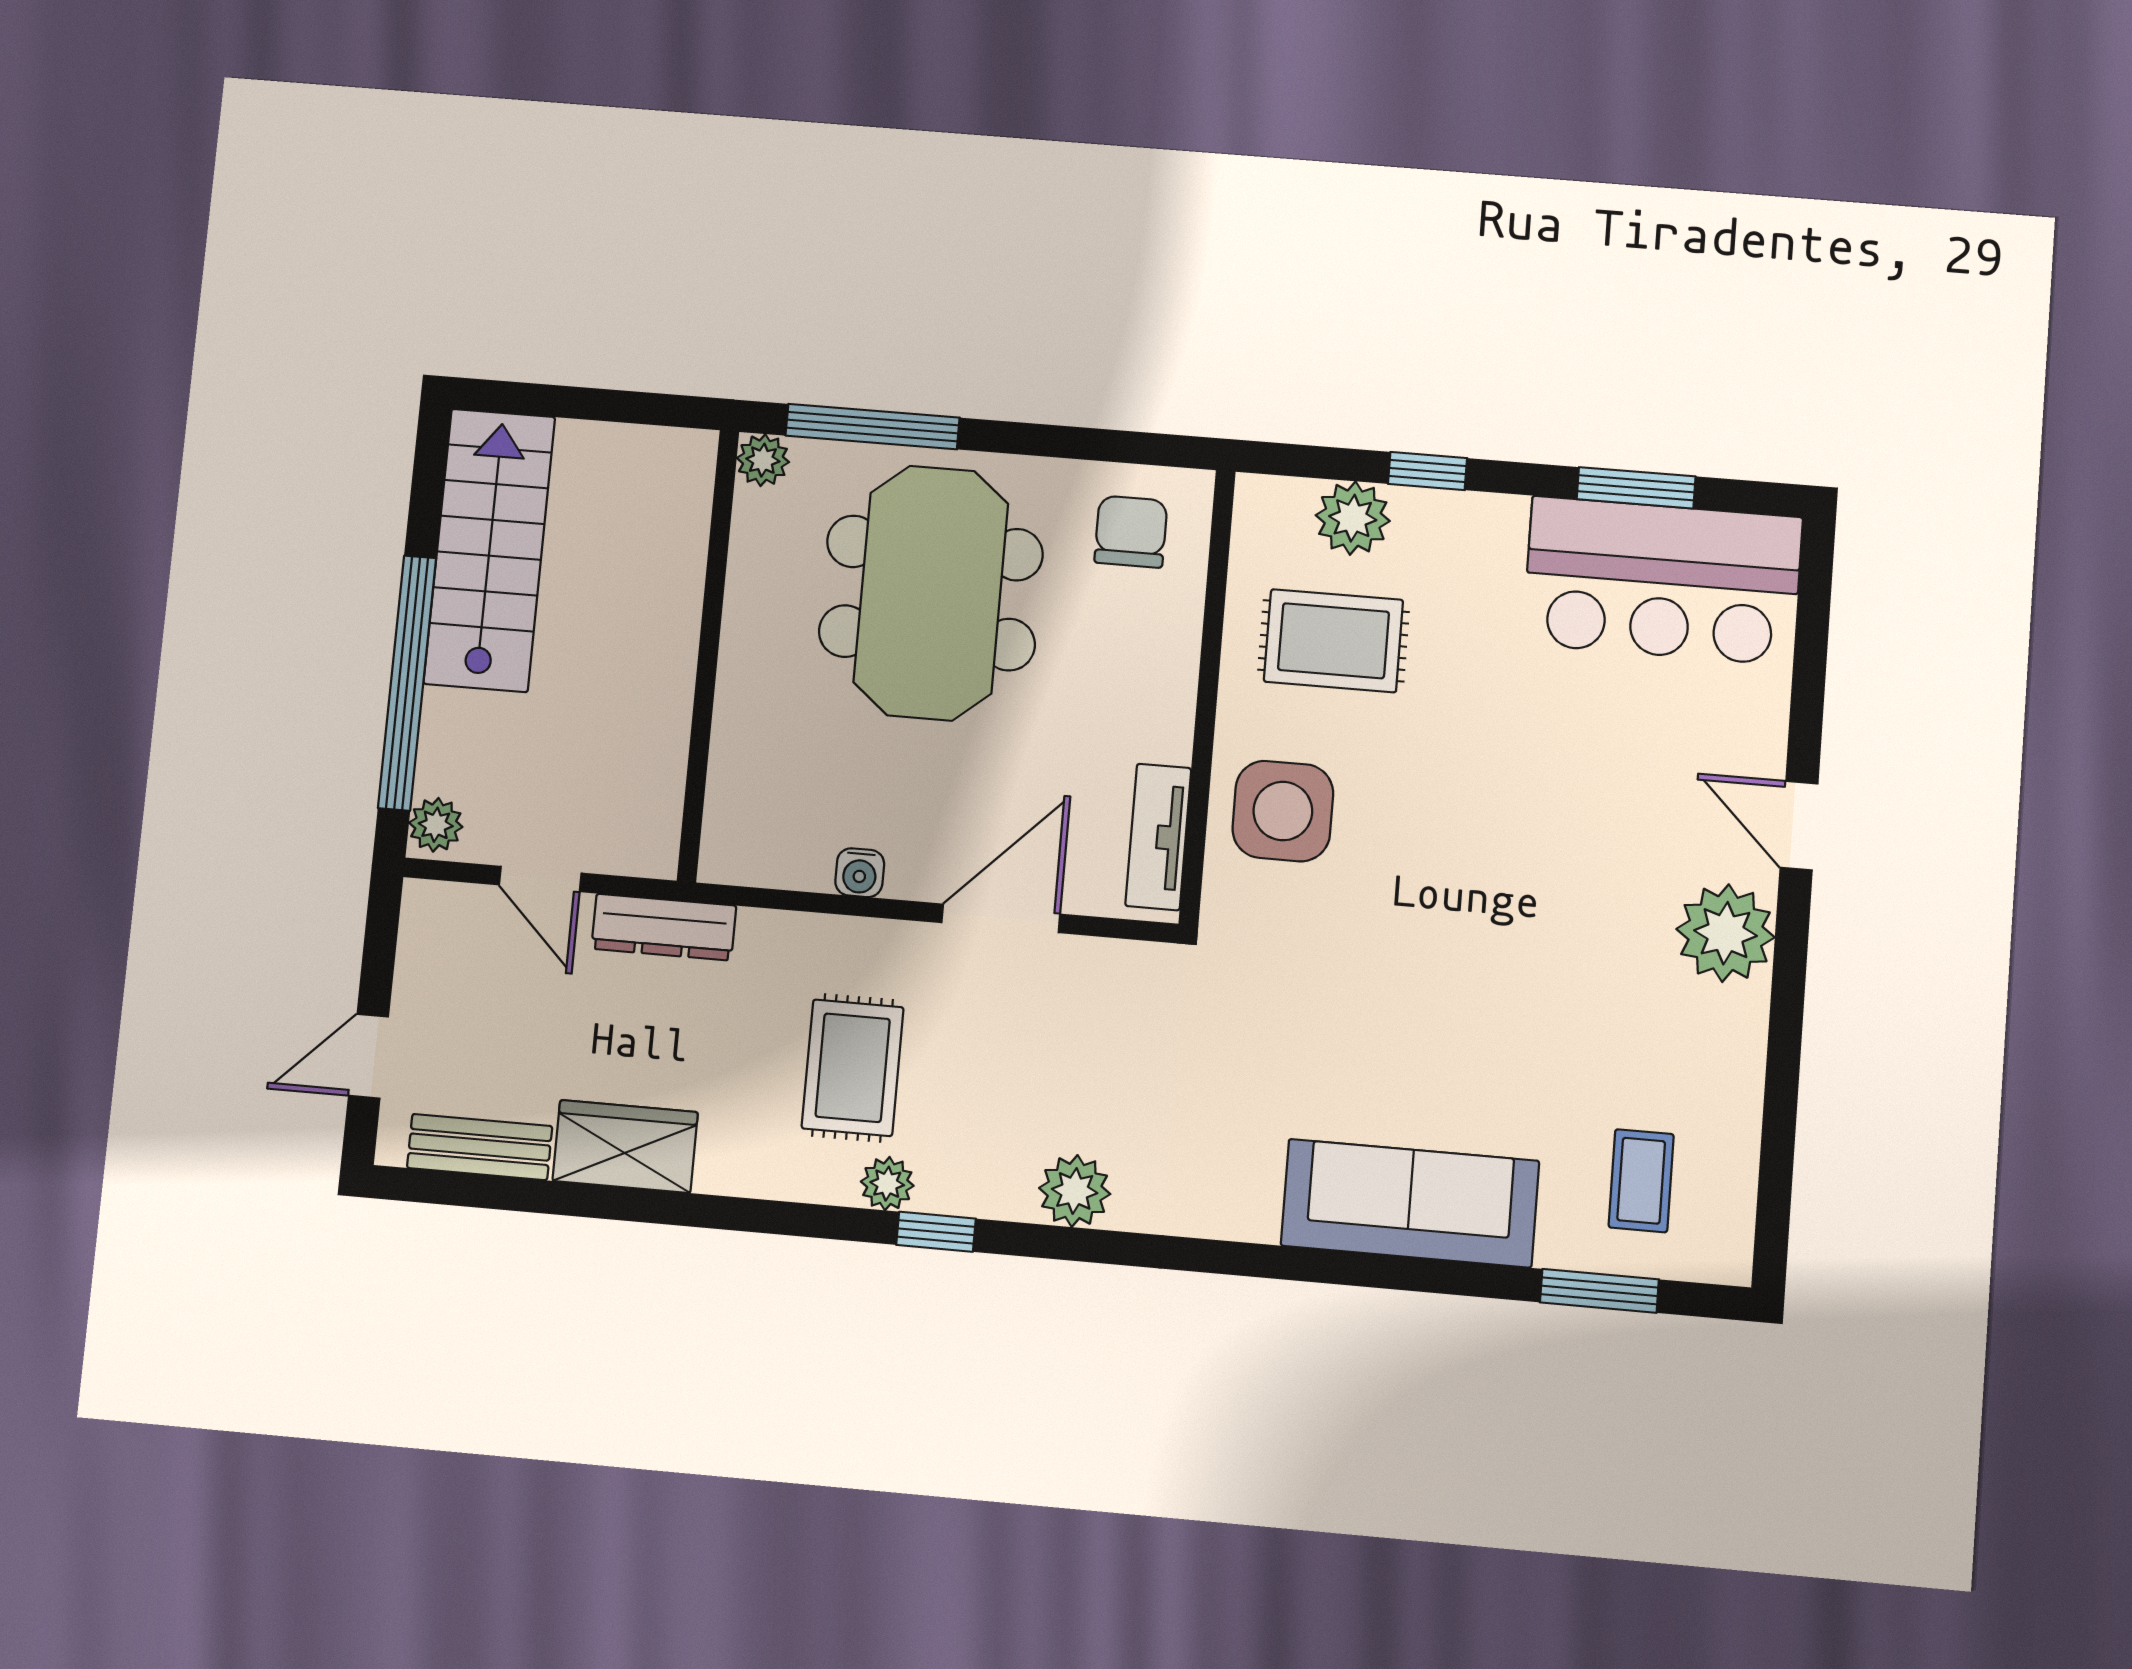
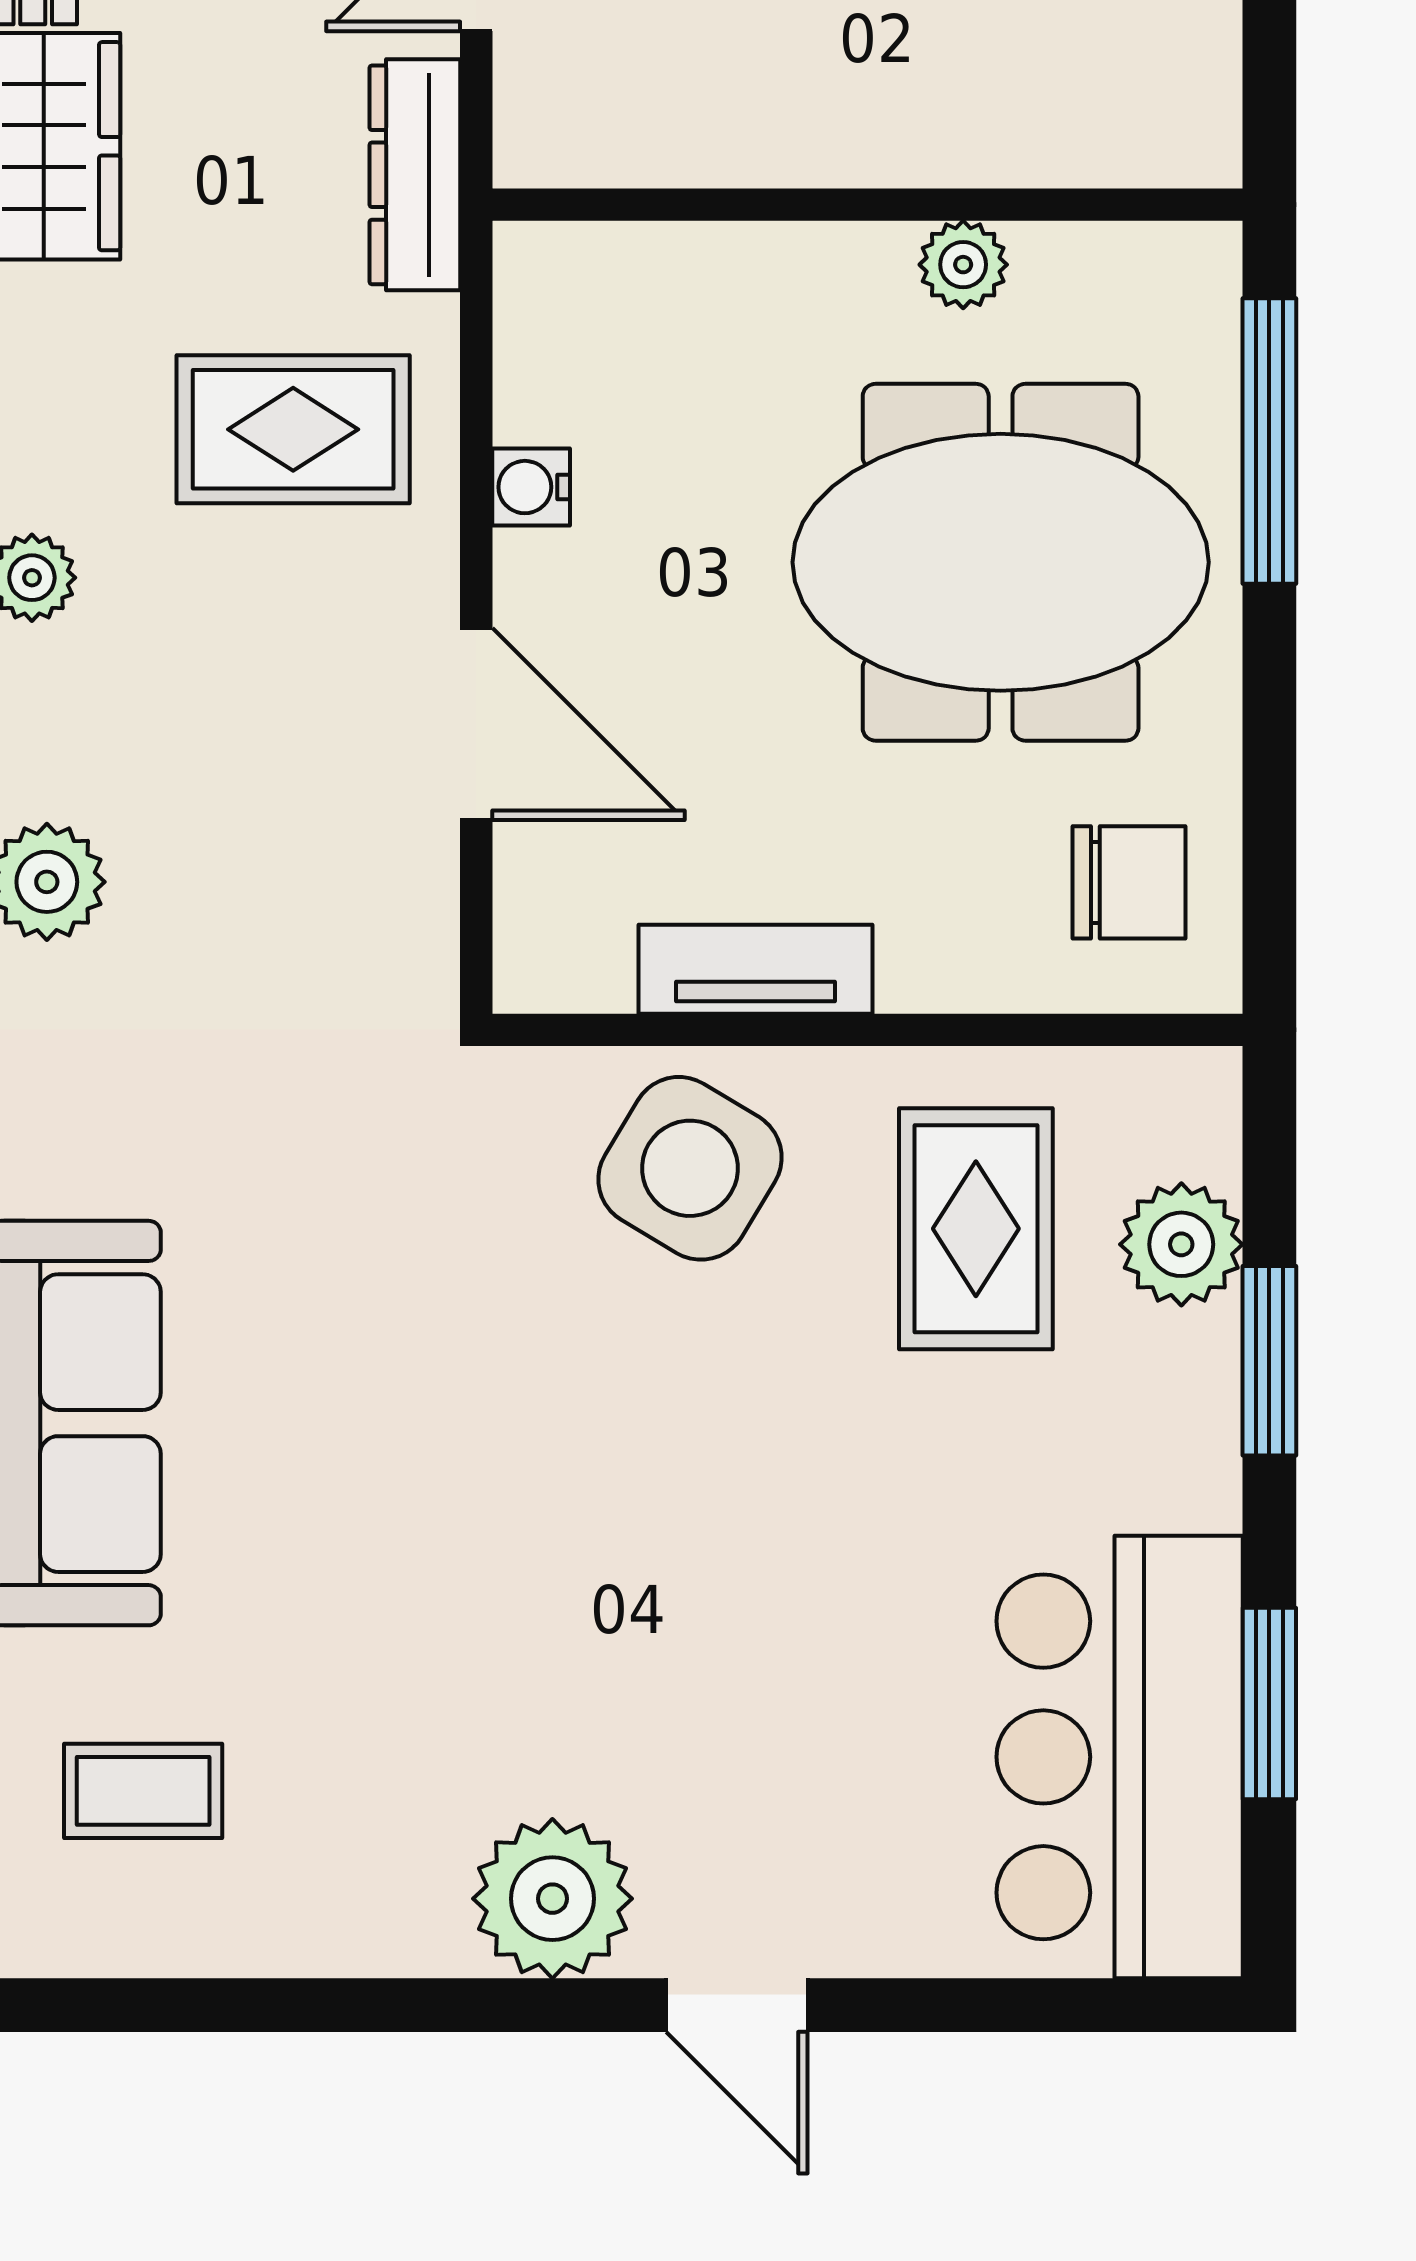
plant: (763, 460) -> (963, 265), moved
window: (1428, 471) -> (1269, 1361), width x1.50
side table: (1283, 811) -> (690, 1168), turned 31
door: (1799, 826) -> (737, 2005), swing flipped
tv unit: (1158, 837) -> (755, 969), moved
rug: (853, 1068) -> (293, 429), moved

